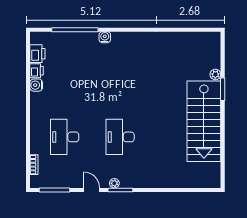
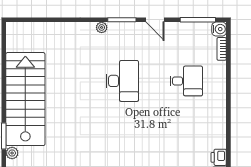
water cooler: (36, 85) -> (219, 29), moved
desk: (65, 137) -> (186, 81), width x0.73
plant: (114, 183) -> (102, 27), moved

